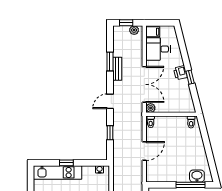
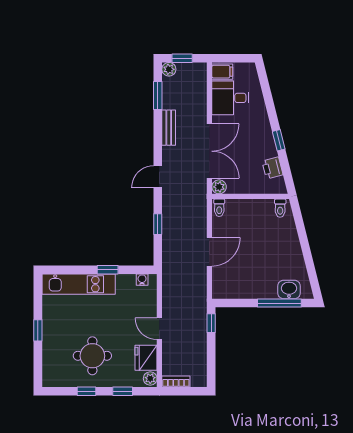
plant: (134, 30) -> (169, 69), moved
window: (110, 61) -> (158, 95), moved
printer: (180, 73) -> (272, 168), moved
window: (66, 163) -> (108, 270), moved

